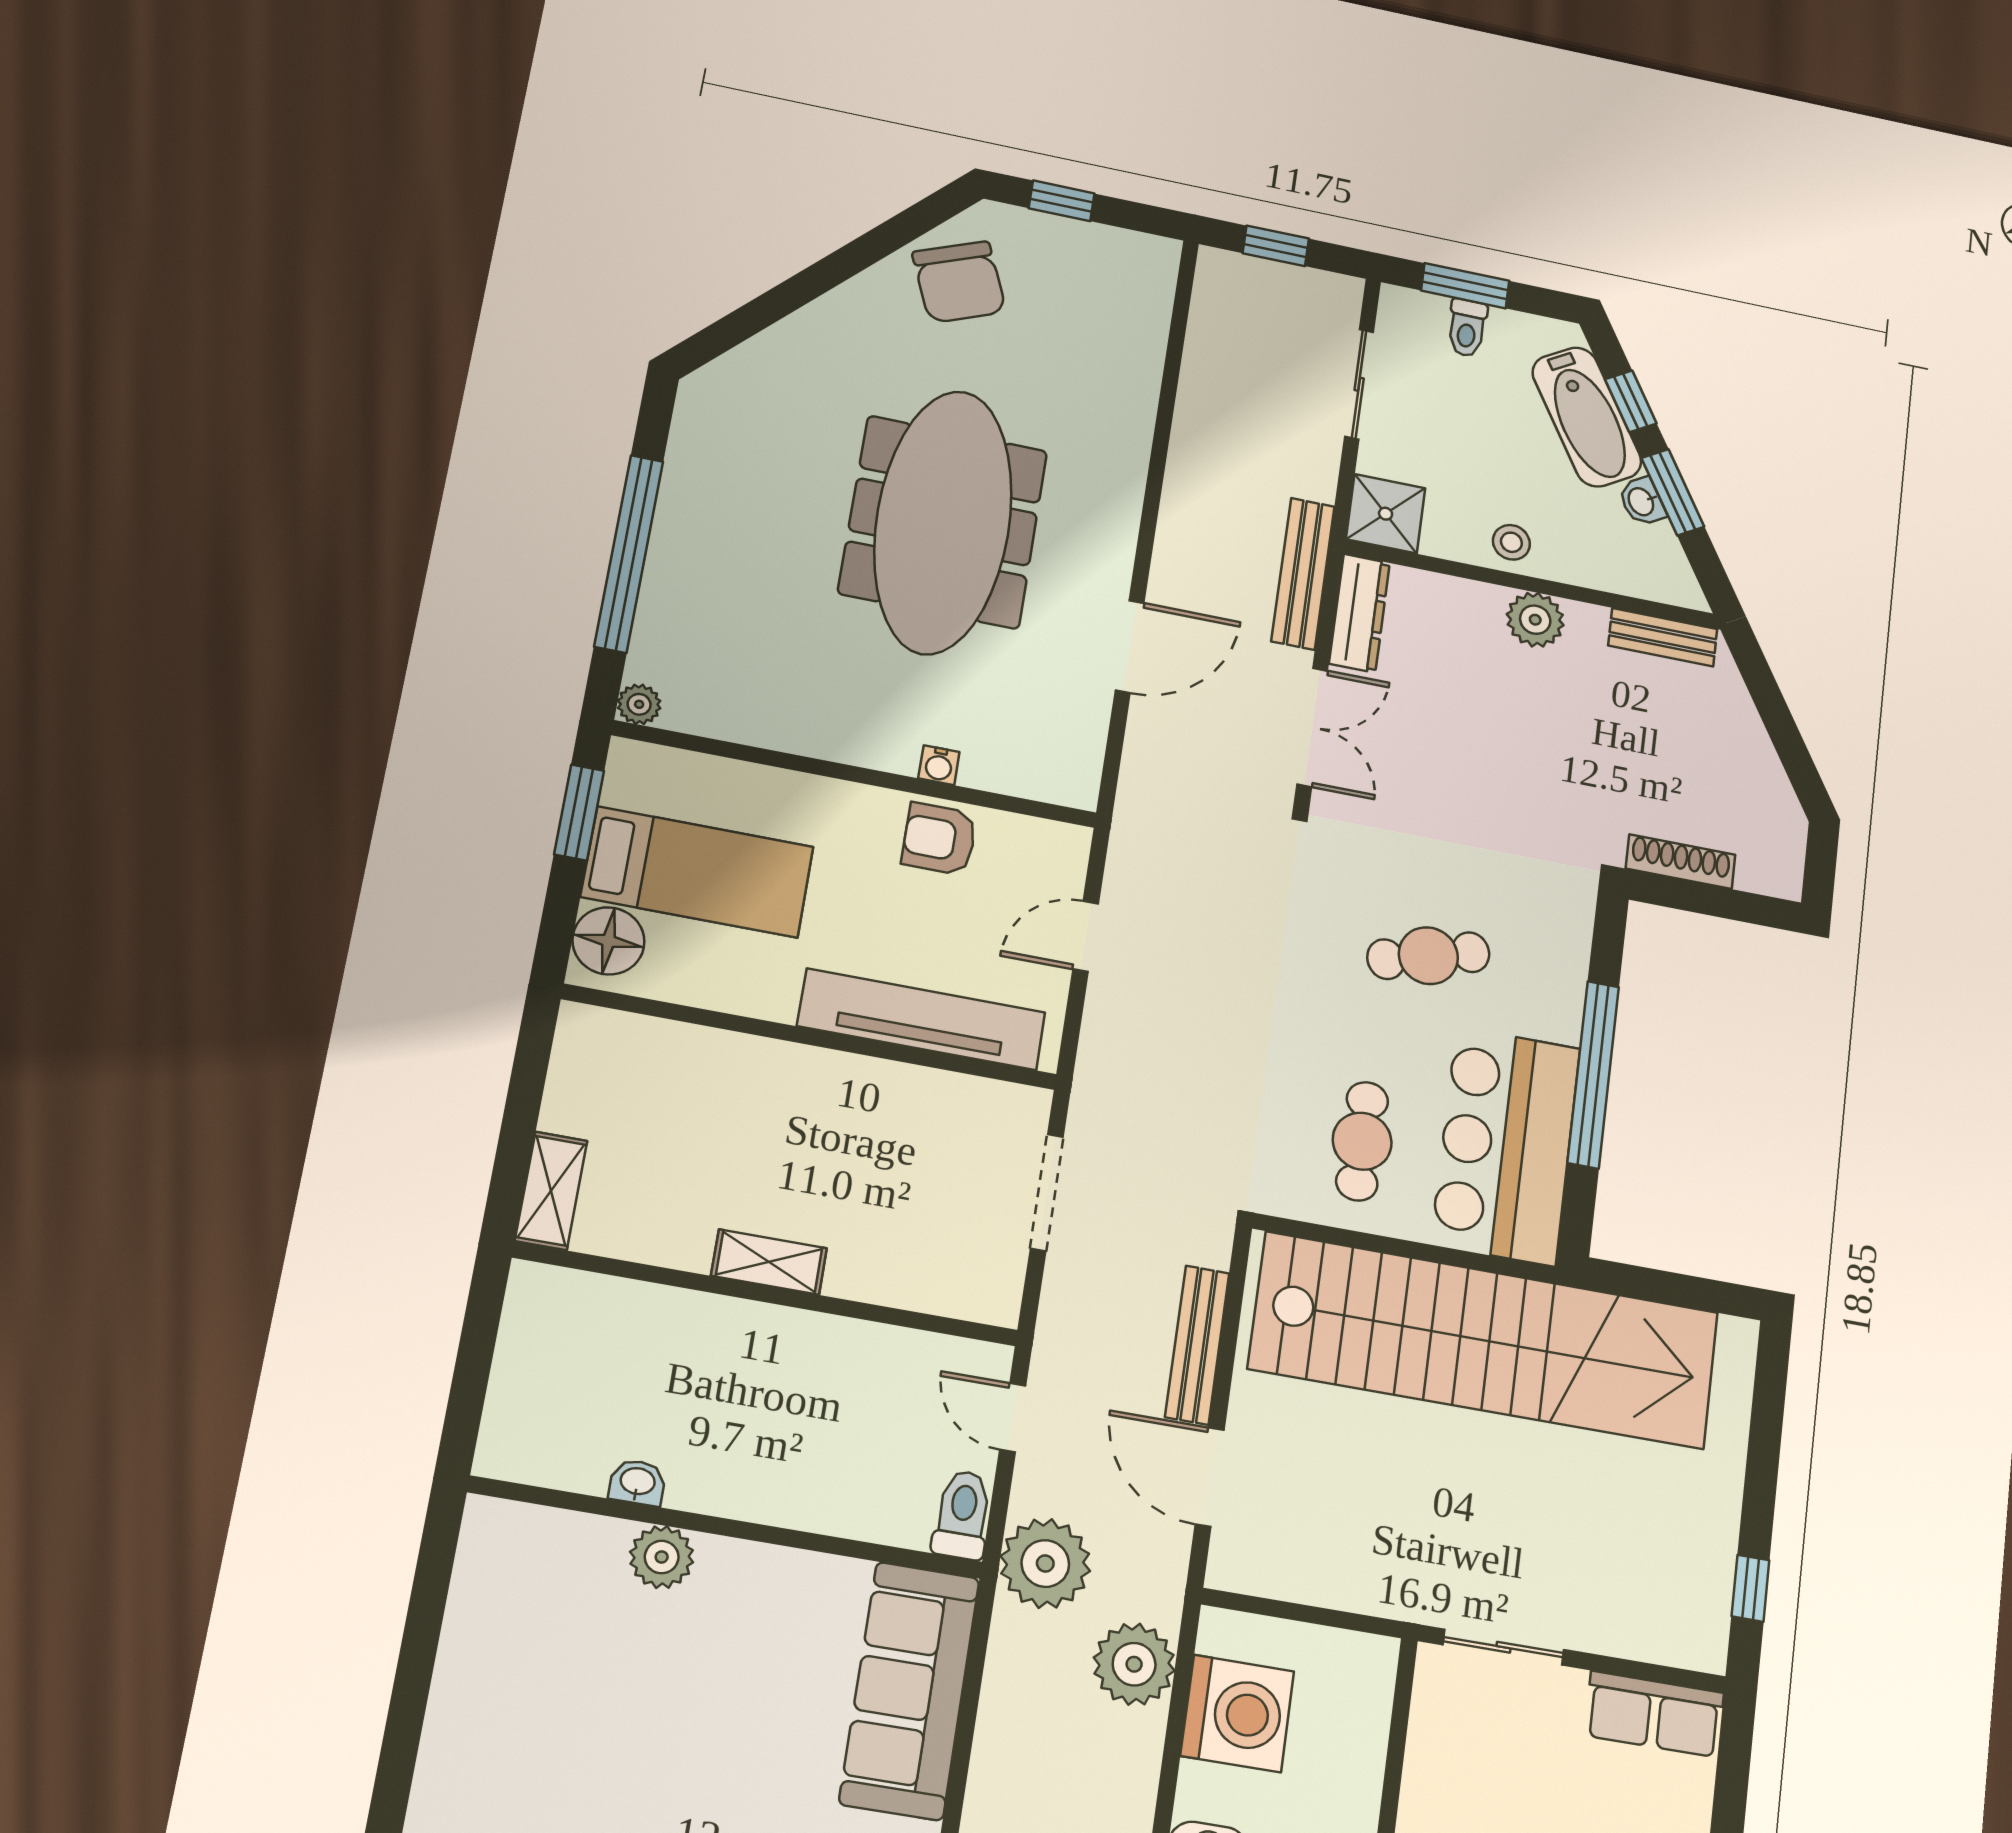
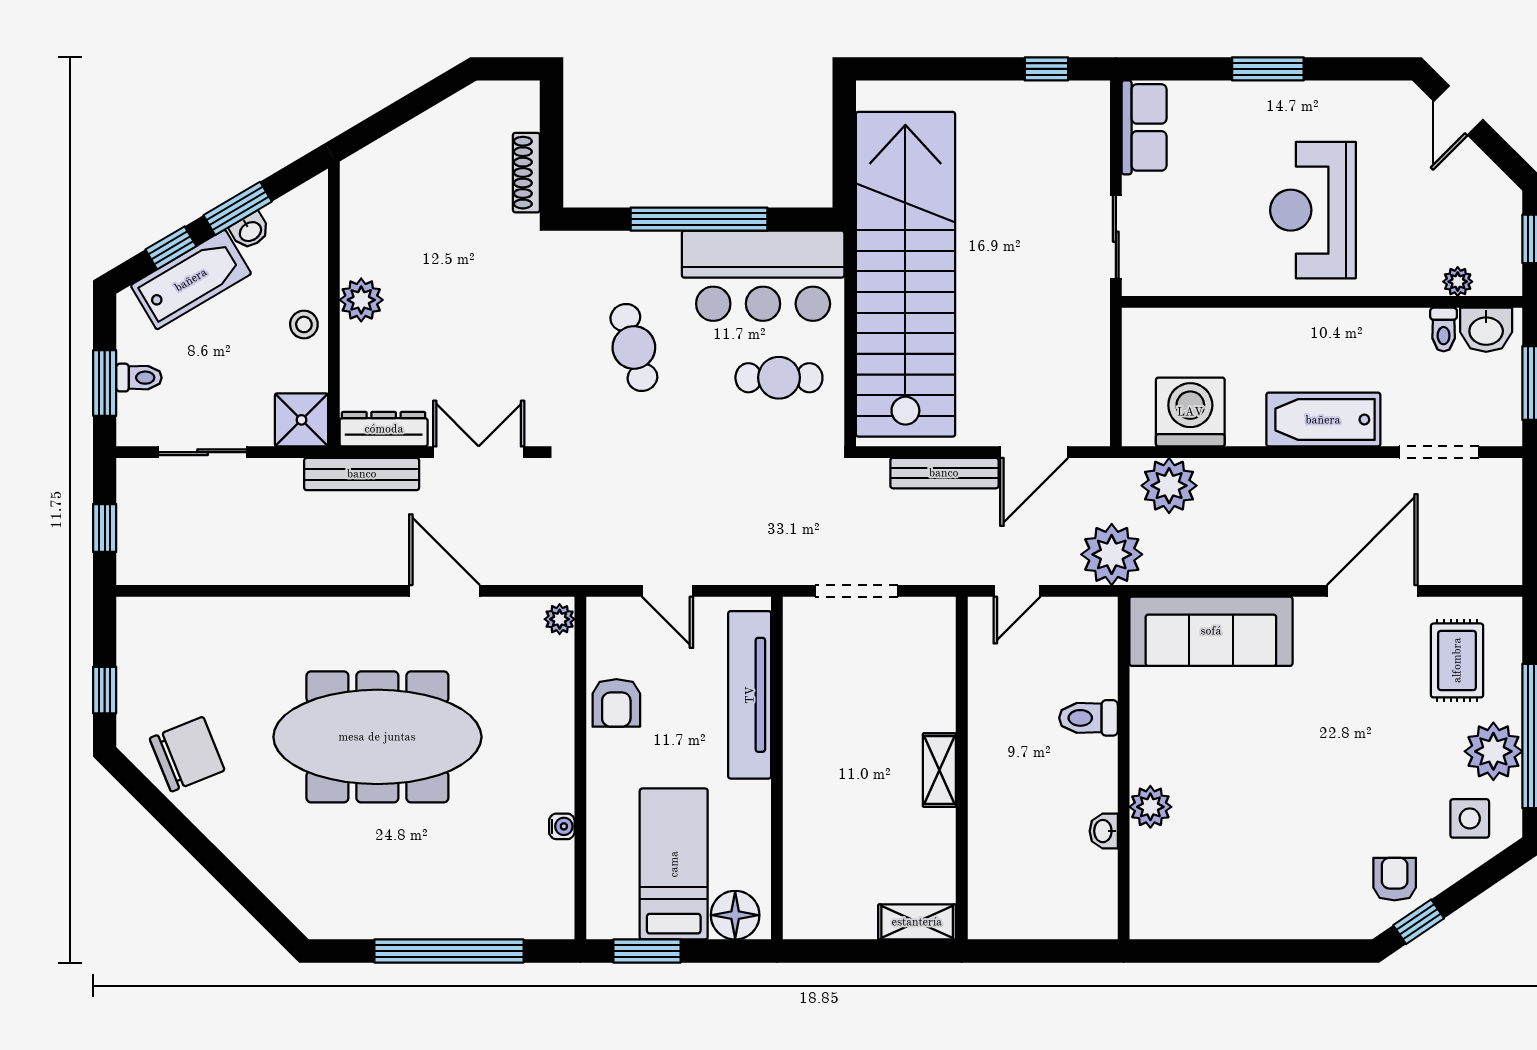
bench: (1663, 637) -> (355, 204), removed
plant: (639, 704) -> (560, 619), moved
water cooler: (939, 765) -> (562, 826), moved
toilet: (962, 1515) -> (1088, 718), moved

